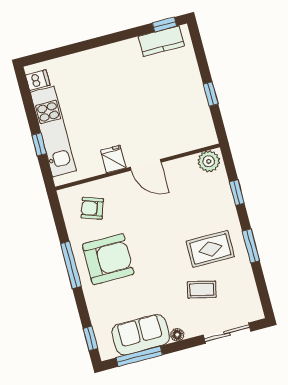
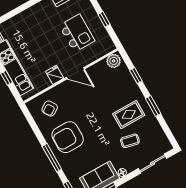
kitchen island: (164, 104) -> (77, 33), added
armchair: (92, 208) -> (50, 108), turned -52
armchair: (108, 259) -> (68, 137), turned 180
window: (71, 265) -> (52, 158), moved

